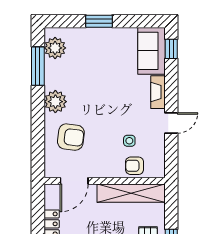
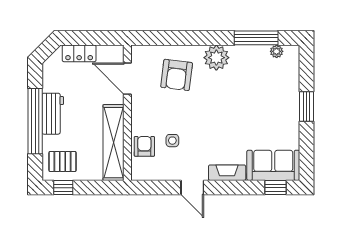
plant: (55, 48) -> (277, 51), width x0.53, depth x0.53

